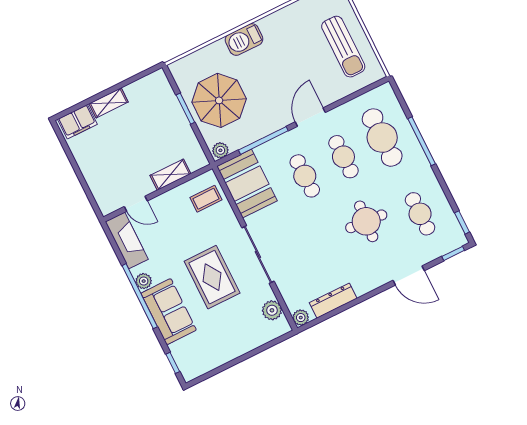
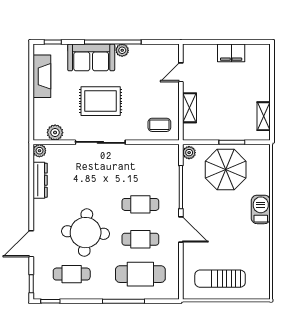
shelving: (109, 103) -> (264, 116), moved
filing cabinet: (77, 122) -> (231, 53), moved, turned -90
booth: (247, 184) -> (156, 160), removed
coffee table: (206, 199) -> (159, 125), turned 90
round table: (366, 221) -> (86, 233), width x1.36, depth x1.36
fireplace: (127, 240) -> (42, 76), moved, turned -90

